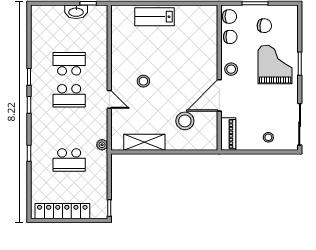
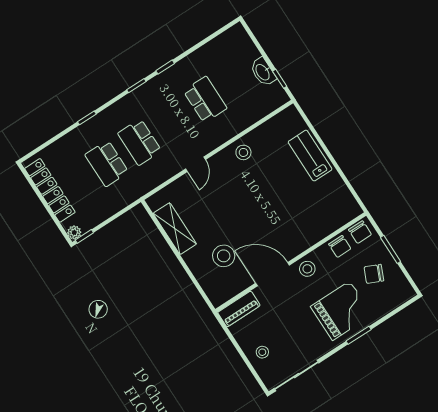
chair: (264, 26) -> (374, 274), turned 108
stool: (143, 81) -> (243, 152), moved
school desk: (69, 96) -> (140, 142), moved
plant: (102, 145) -> (74, 232), moved

